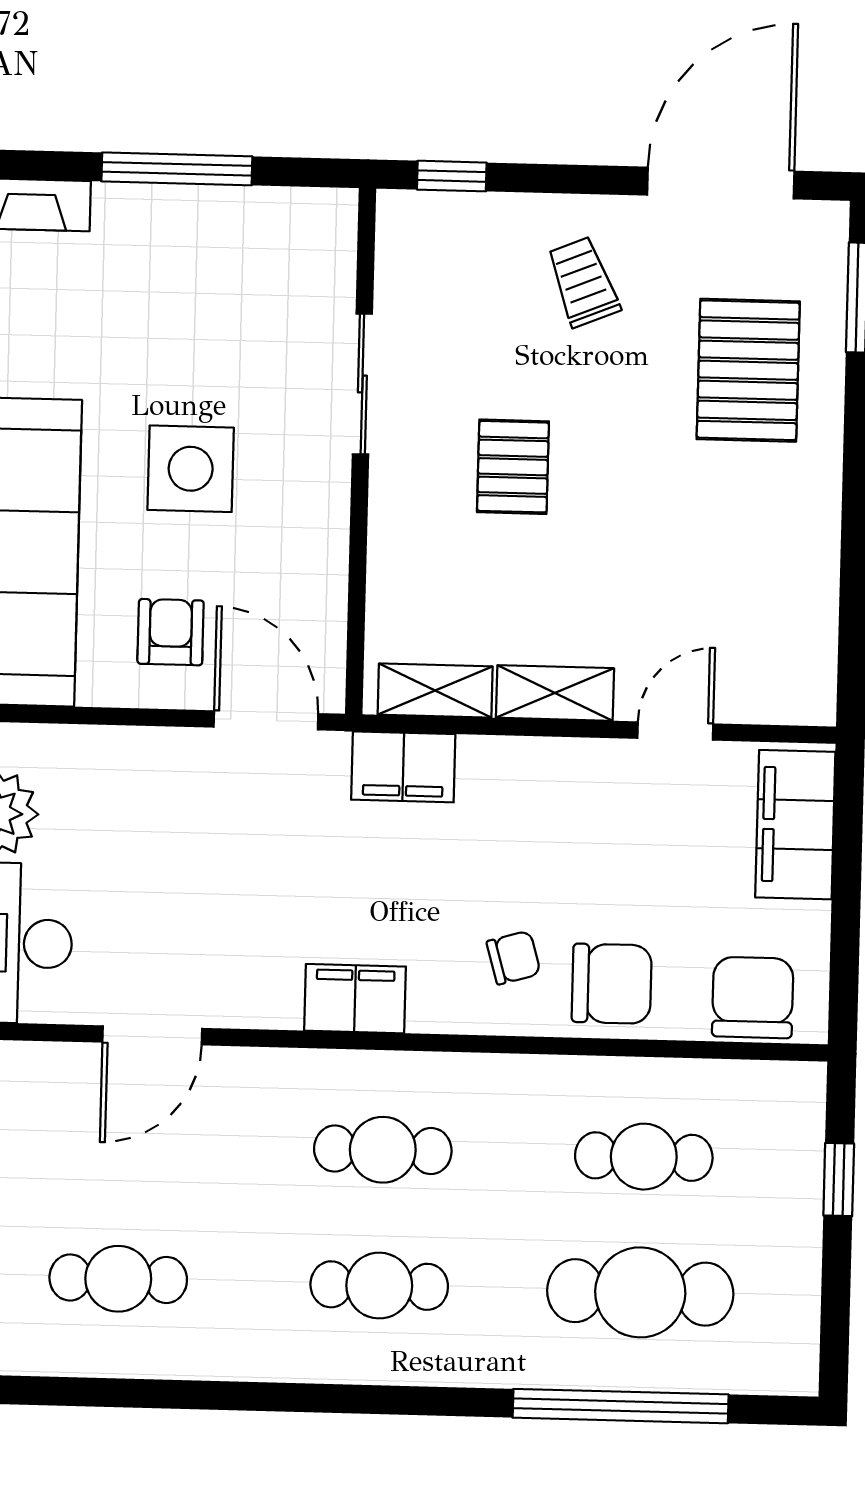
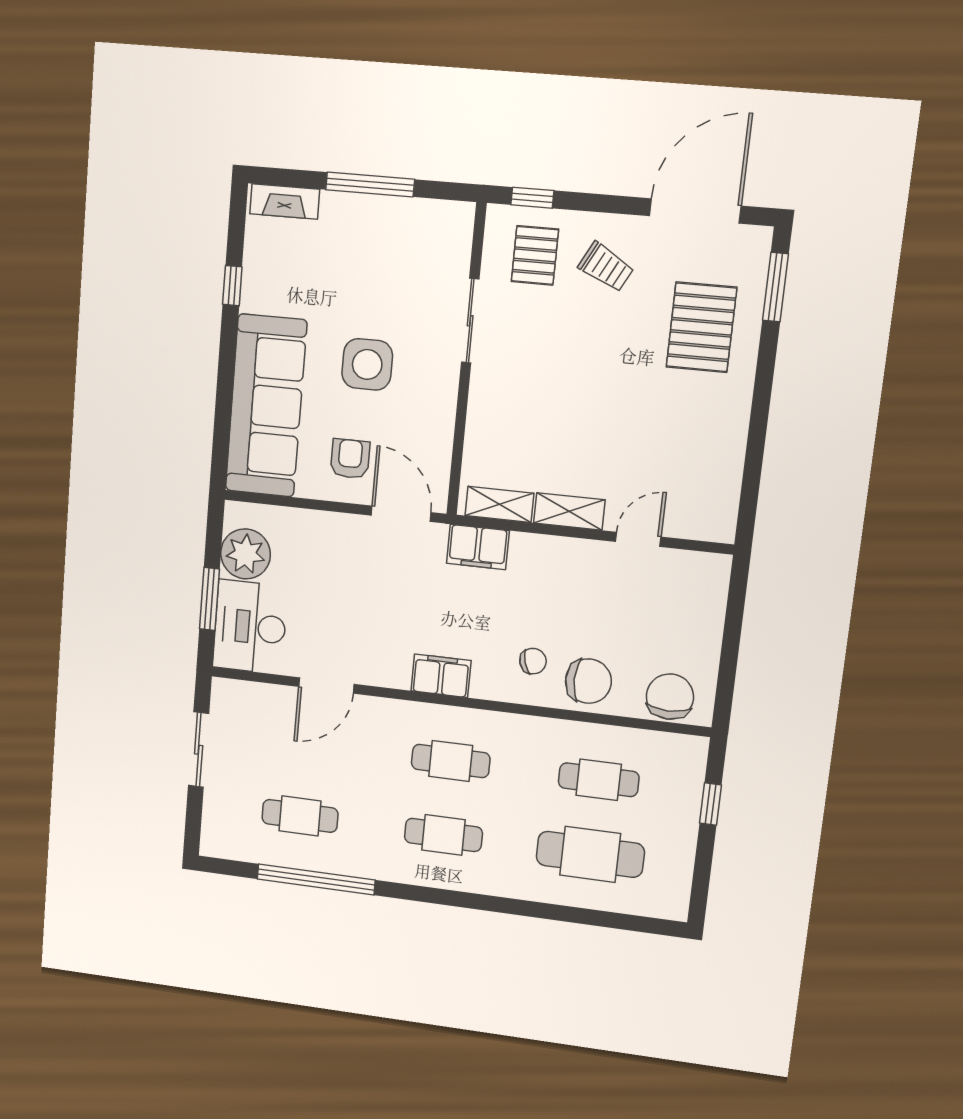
trolley: (583, 282) -> (606, 267), turned 140
pallet: (513, 467) -> (535, 255), moved
filing cabinet: (795, 825) -> (704, 600), removed
window: (621, 1406) -> (316, 879), moved

